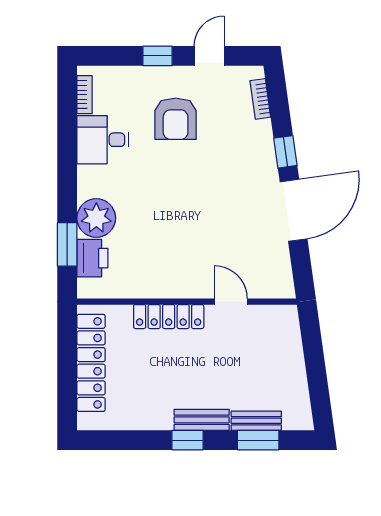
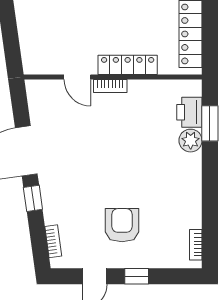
desk: (103, 140) -> (181, 208), removed
plant: (96, 218) -> (191, 141), width x0.73, depth x0.73
bookcase: (190, 290) -> (110, 86), added

